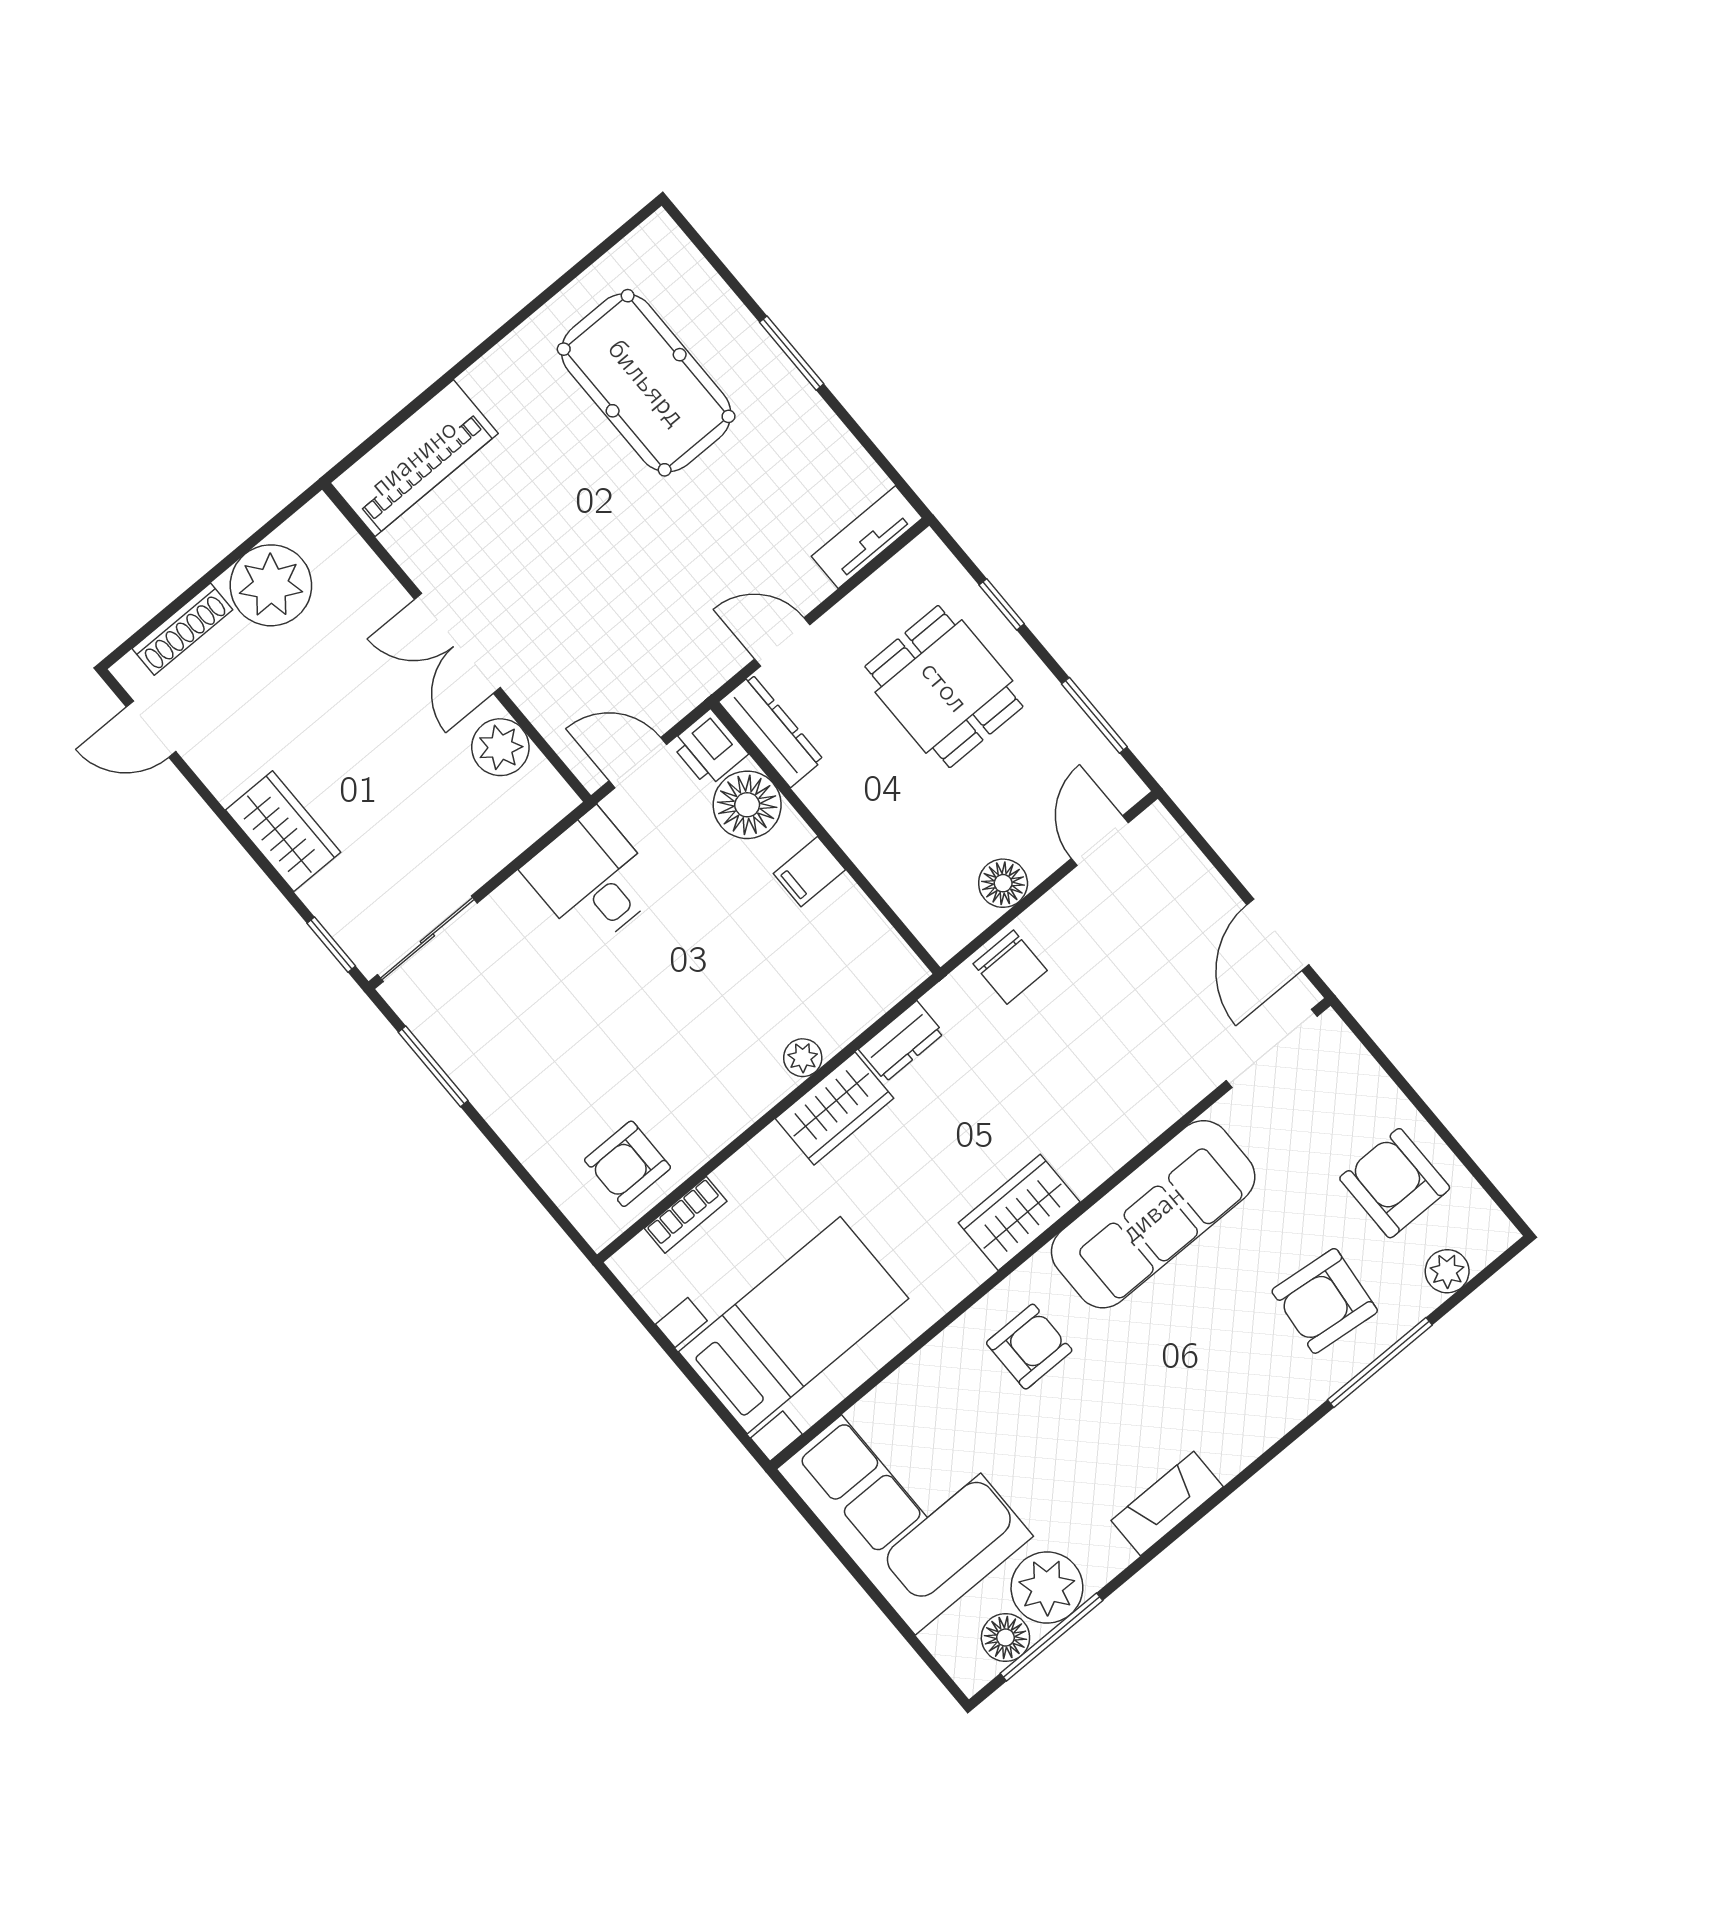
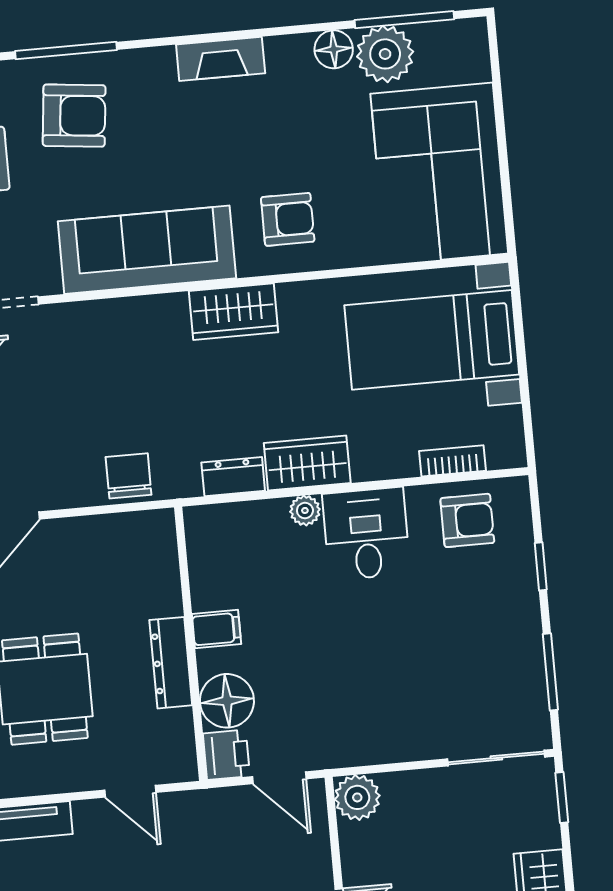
dresser: (771, 731) -> (171, 663), moved
plant: (500, 747) -> (357, 797), moved
desk: (593, 879) -> (366, 534), moved, turned 180
floor lamp: (1003, 883) -> (95, 534), removed
window: (519, 1169) -> (541, 566), added
armchair: (1029, 1347) -> (288, 219), turned 180
fireplace: (1167, 1504) -> (221, 59), moved
floor lamp: (1005, 1638) -> (334, 49), moved

